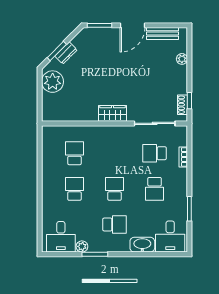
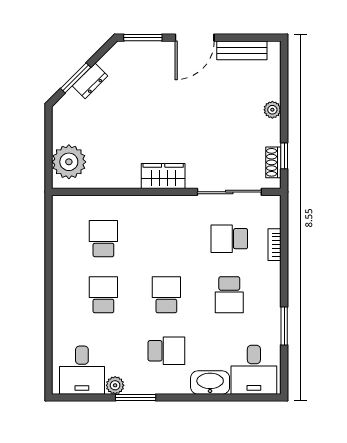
plant: (182, 59) -> (272, 110), moved
plant: (53, 82) -> (69, 162), moved

